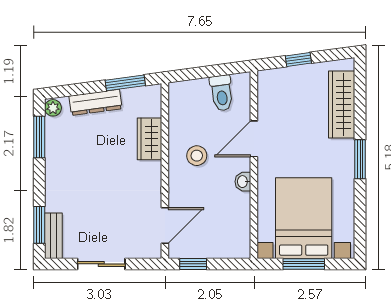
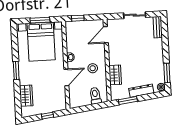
toilet: (222, 93) -> (95, 96), moved
wardrobe: (342, 104) -> (26, 96), width x0.67
window: (39, 225) -> (165, 32), removed
window: (193, 264) -> (78, 18), moved

